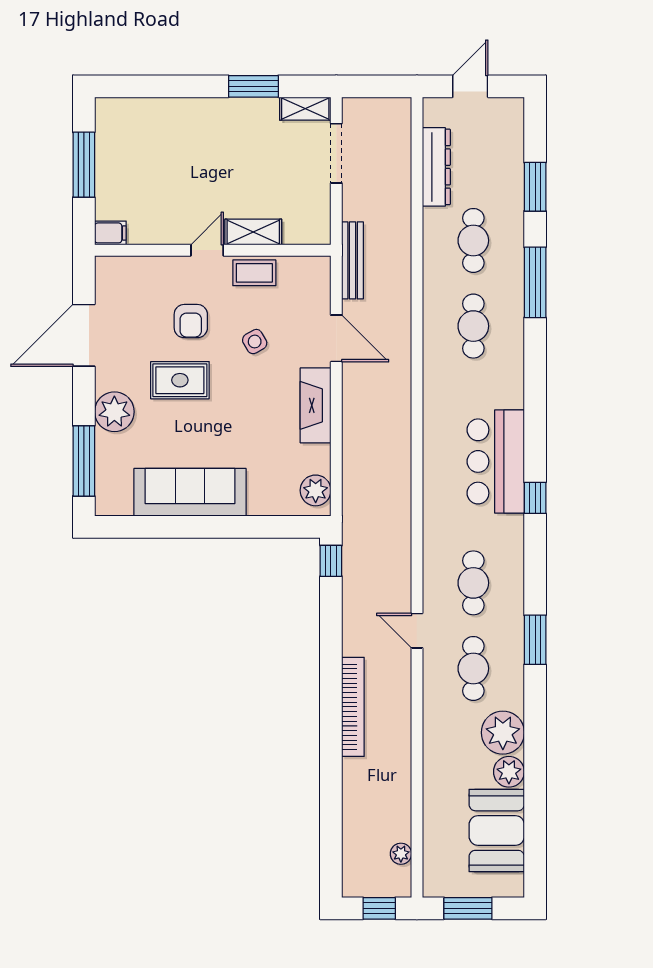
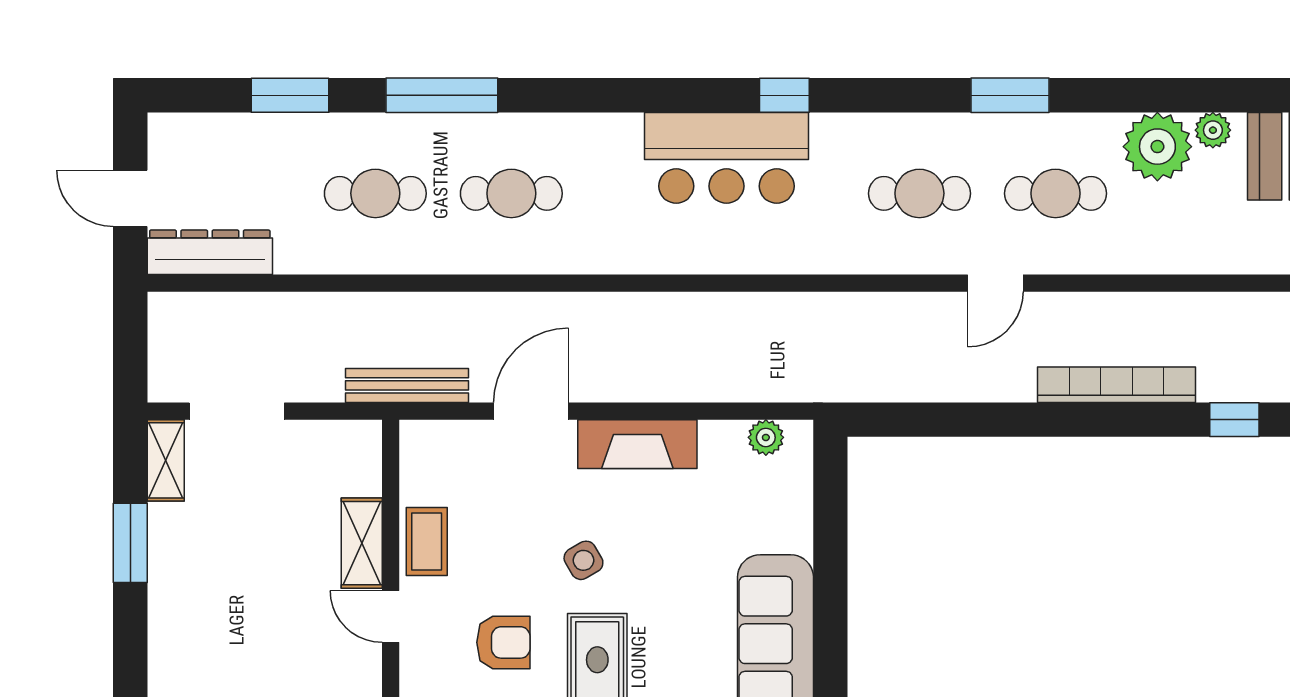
dresser: (436, 167) -> (210, 252), moved
side table: (255, 342) -> (583, 560), moved
plant: (316, 490) -> (766, 437), width x0.73, depth x0.73
window: (331, 561) -> (1234, 420), moved
plant: (509, 772) -> (1213, 130), width x0.73, depth x0.73

